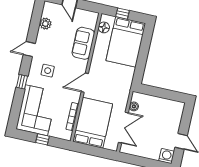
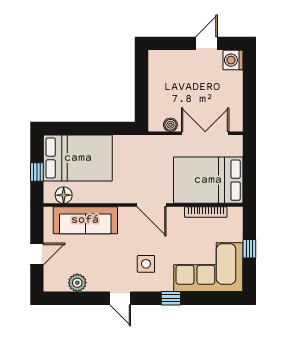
sofa: (83, 43) -> (85, 220), width x1.36

